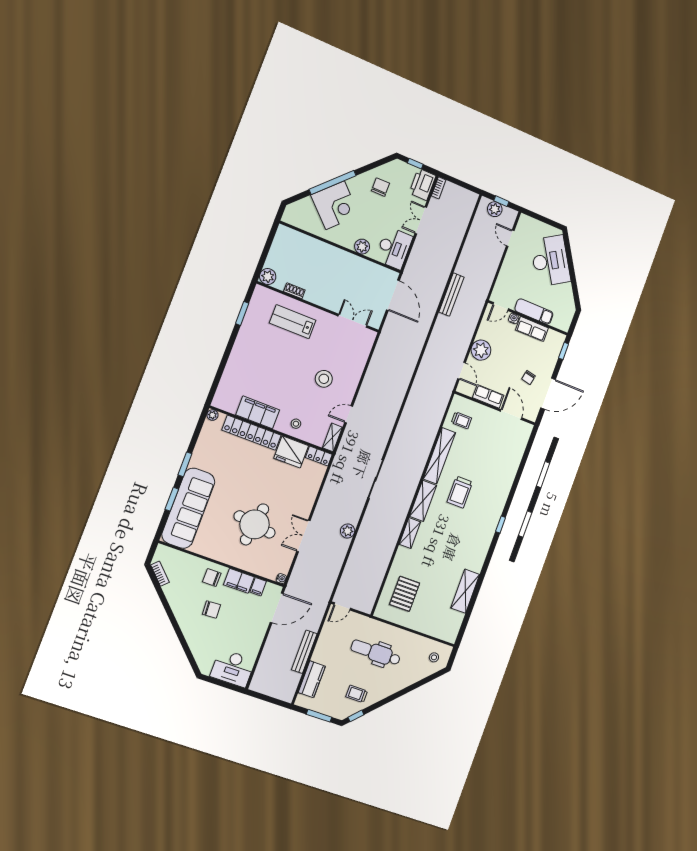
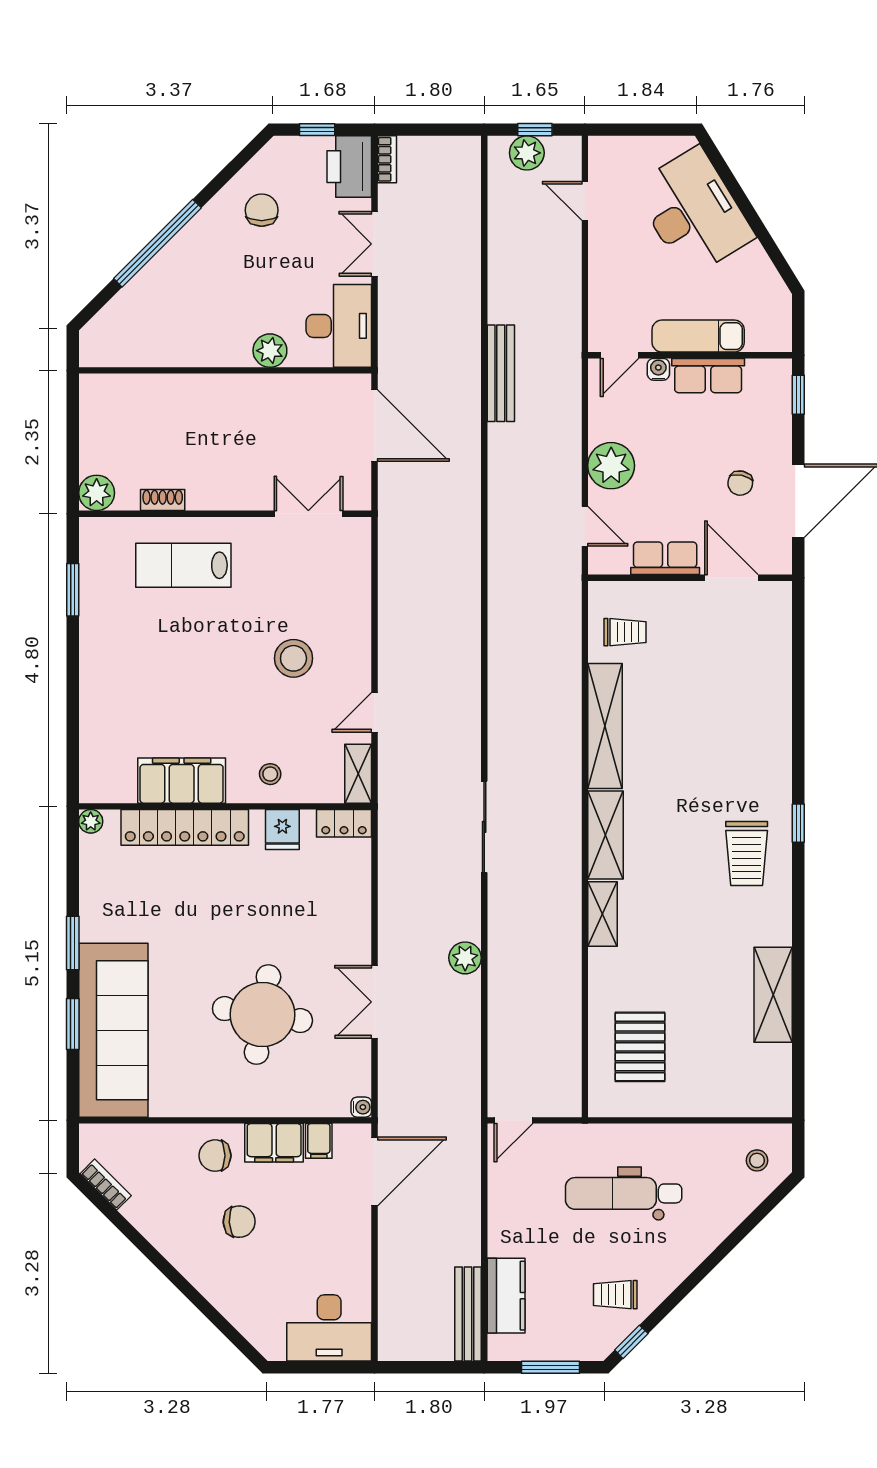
corner desk: (335, 205) -> (180, 288), removed
fridge: (291, 452) -> (282, 829), width x0.53, depth x0.75
trolley: (460, 492) -> (747, 854), moved
bench: (304, 652) -> (468, 1314), moved

